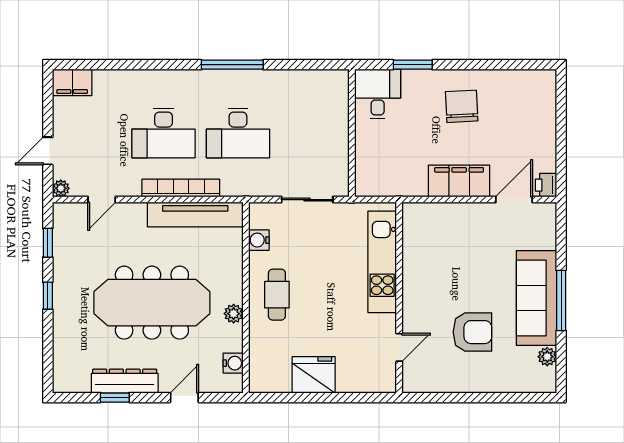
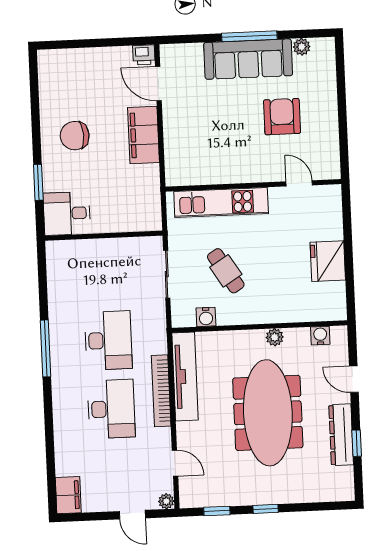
cafe table: (277, 295) -> (226, 271), moved, turned 58

